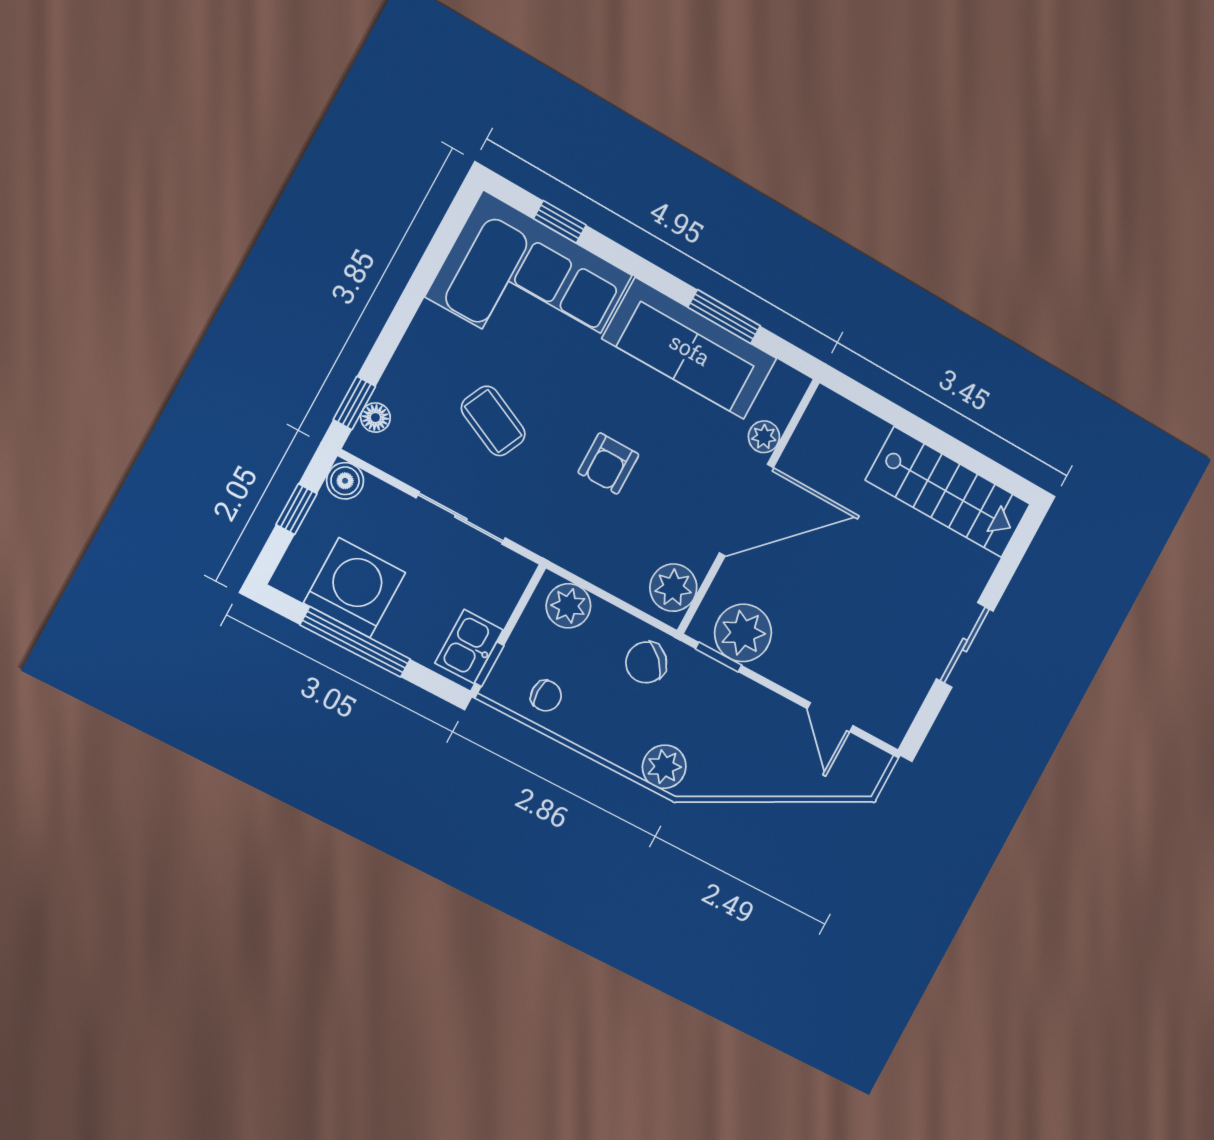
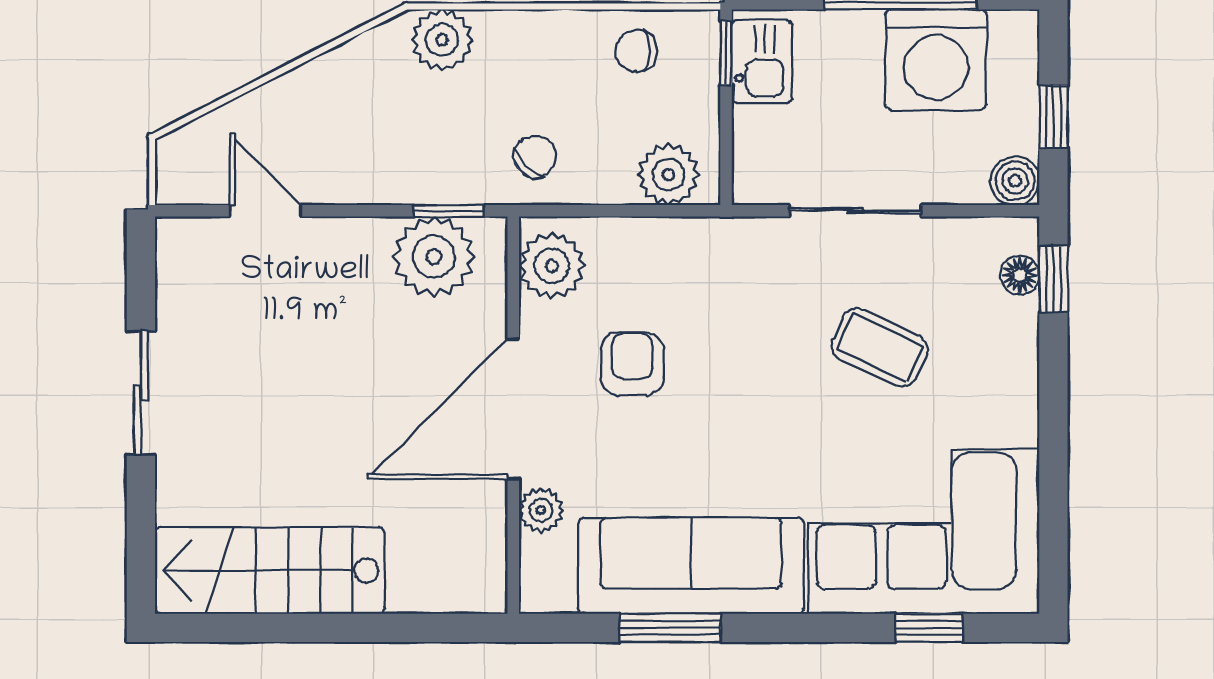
armchair: (608, 463) -> (632, 364), moved
chair: (646, 662) -> (535, 156), width x0.73, depth x0.73

